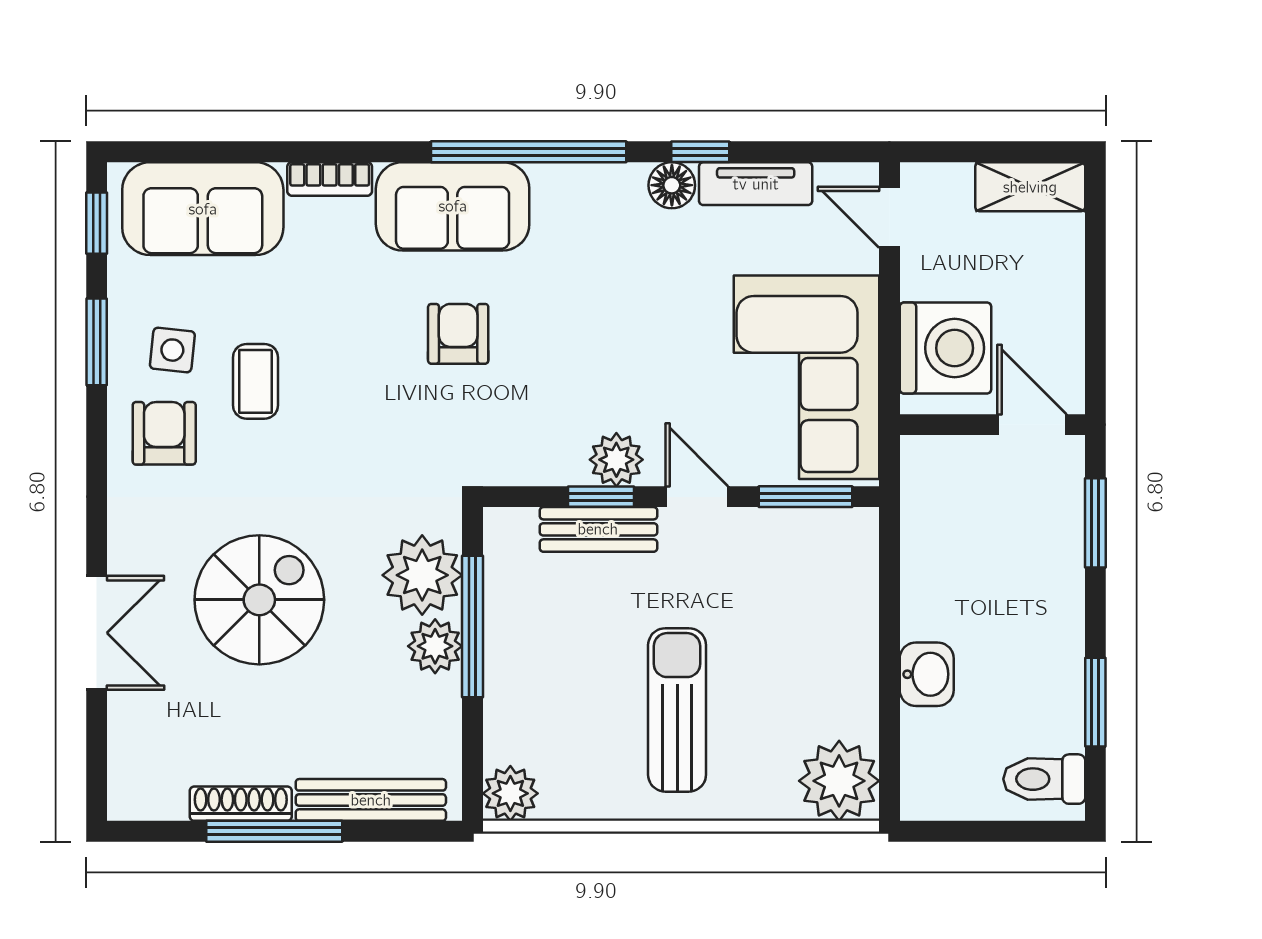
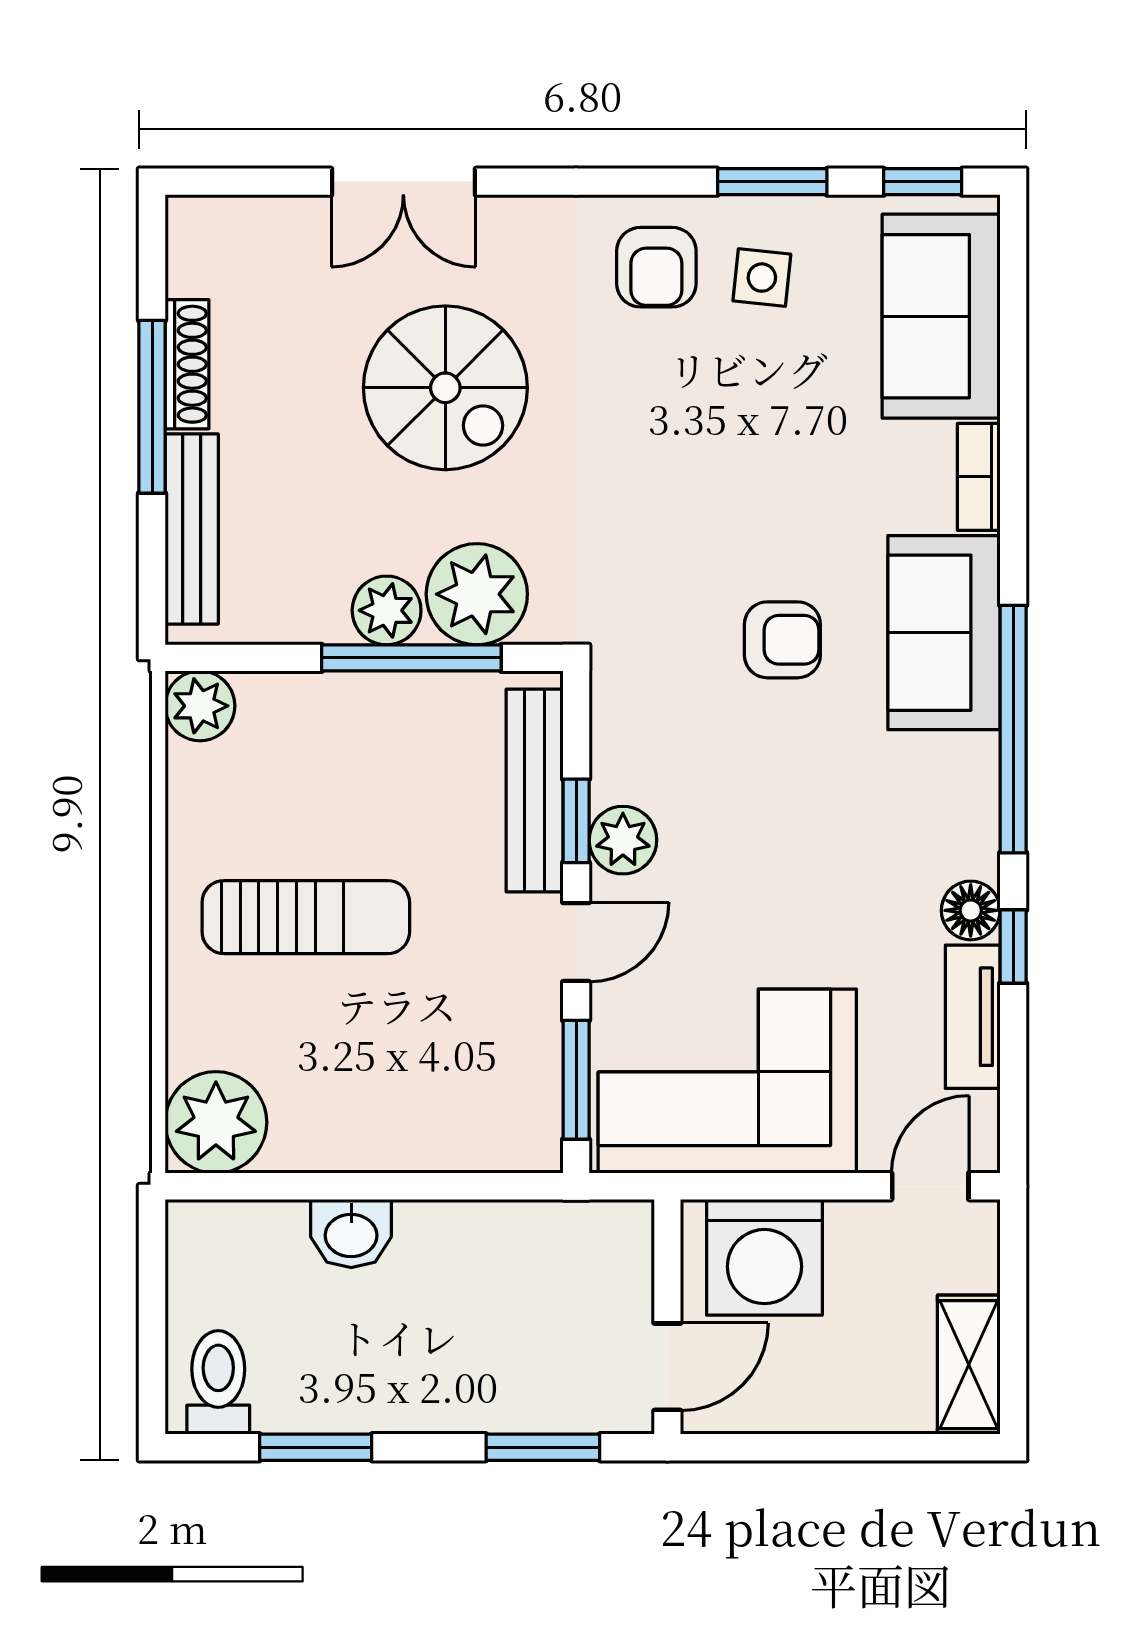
coffee table: (255, 381) -> (722, 383), removed
armchair: (164, 433) -> (656, 267), turned 90
bench: (598, 529) -> (535, 791), width x1.36

